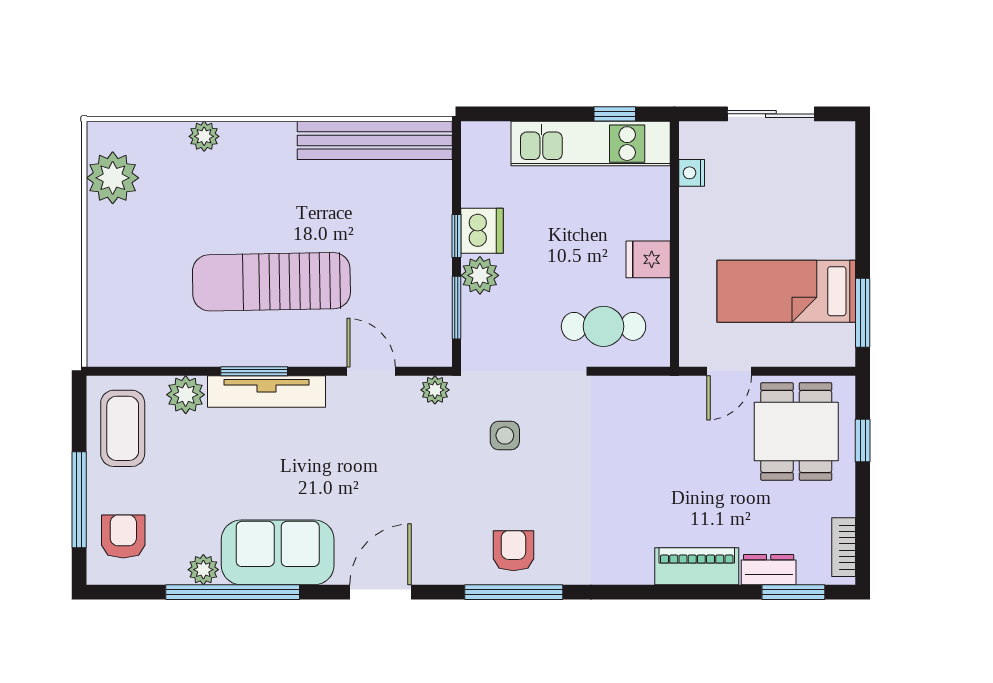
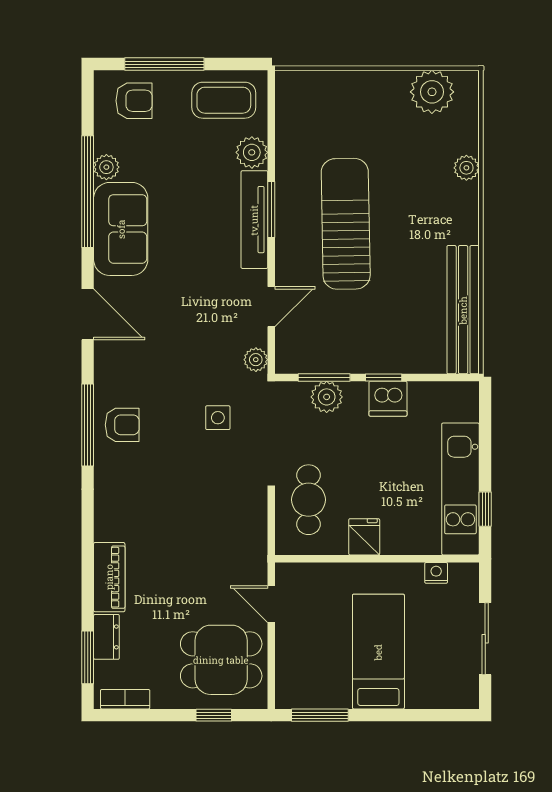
plant: (480, 275) -> (327, 397), moved
bed: (786, 291) -> (378, 652), moved

